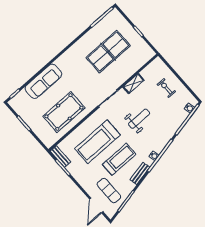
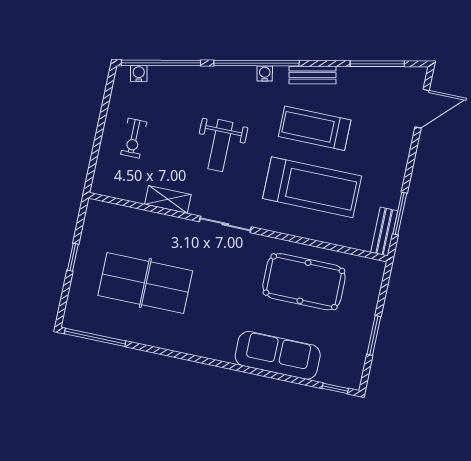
weight bench: (139, 119) -> (220, 146), turned -90
exercise mat: (109, 191) -> (381, 106), removed

